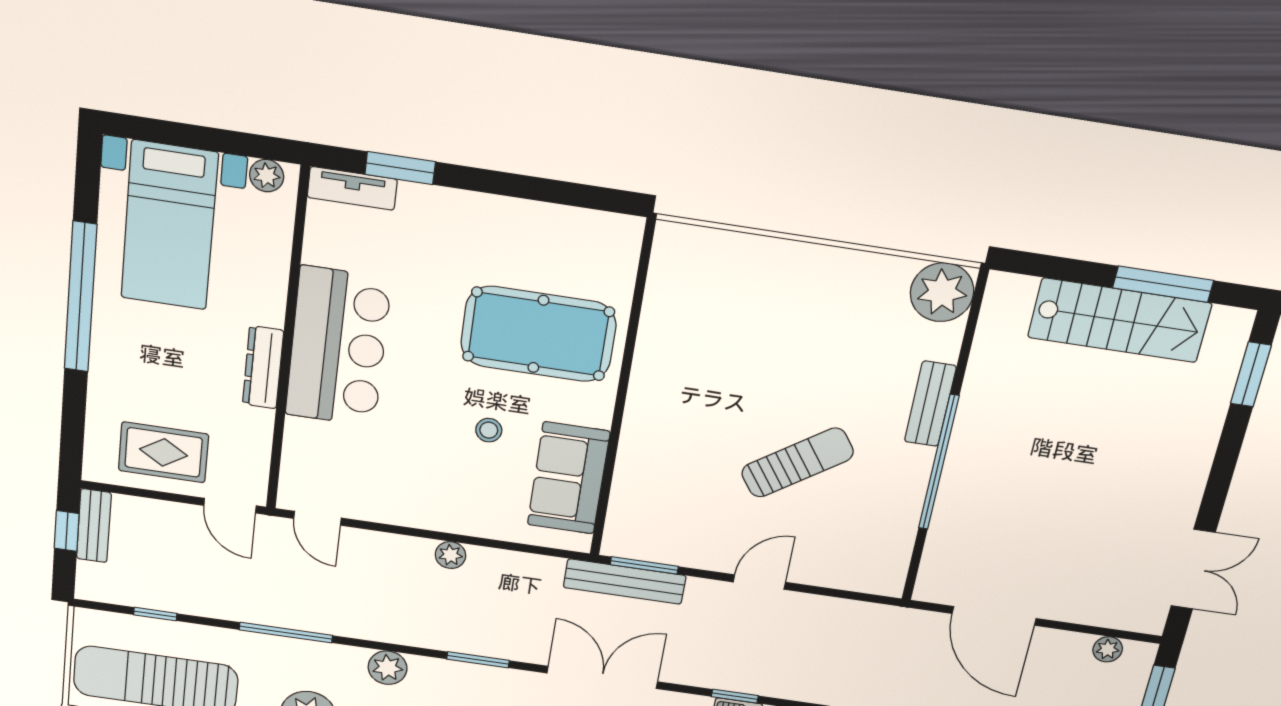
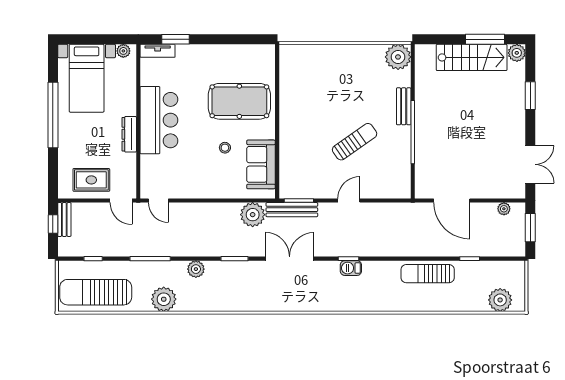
plant: (1231, 326) -> (517, 53), added
window: (1251, 374) -> (530, 96), moved
plant: (450, 555) -> (253, 215), moved, width x1.88, depth x1.88

